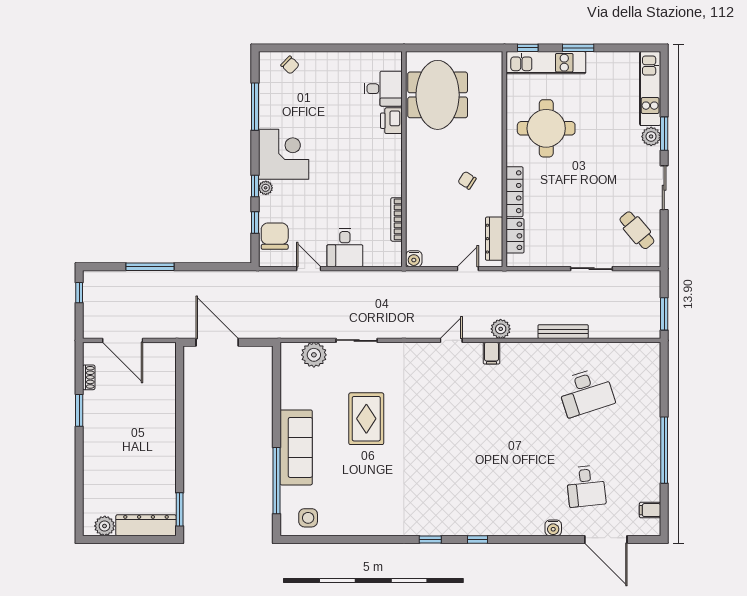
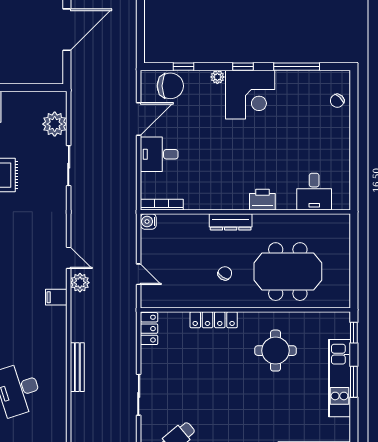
kitchen unit: (546, 63) -> (339, 378), moved
meeting table: (438, 95) -> (288, 272), moved
printer: (391, 121) -> (262, 200), moved
round table: (546, 128) -> (275, 351), width x0.73, depth x0.73
window: (255, 186) -> (243, 67), moved
bookcase: (397, 219) -> (162, 205), moved
locker: (515, 236) -> (149, 329), moved, turned -90
dresser: (494, 239) -> (231, 222), moved, turned 180
door: (309, 269) -> (139, 119), width x1.38
plant: (501, 329) -> (80, 283), moved

